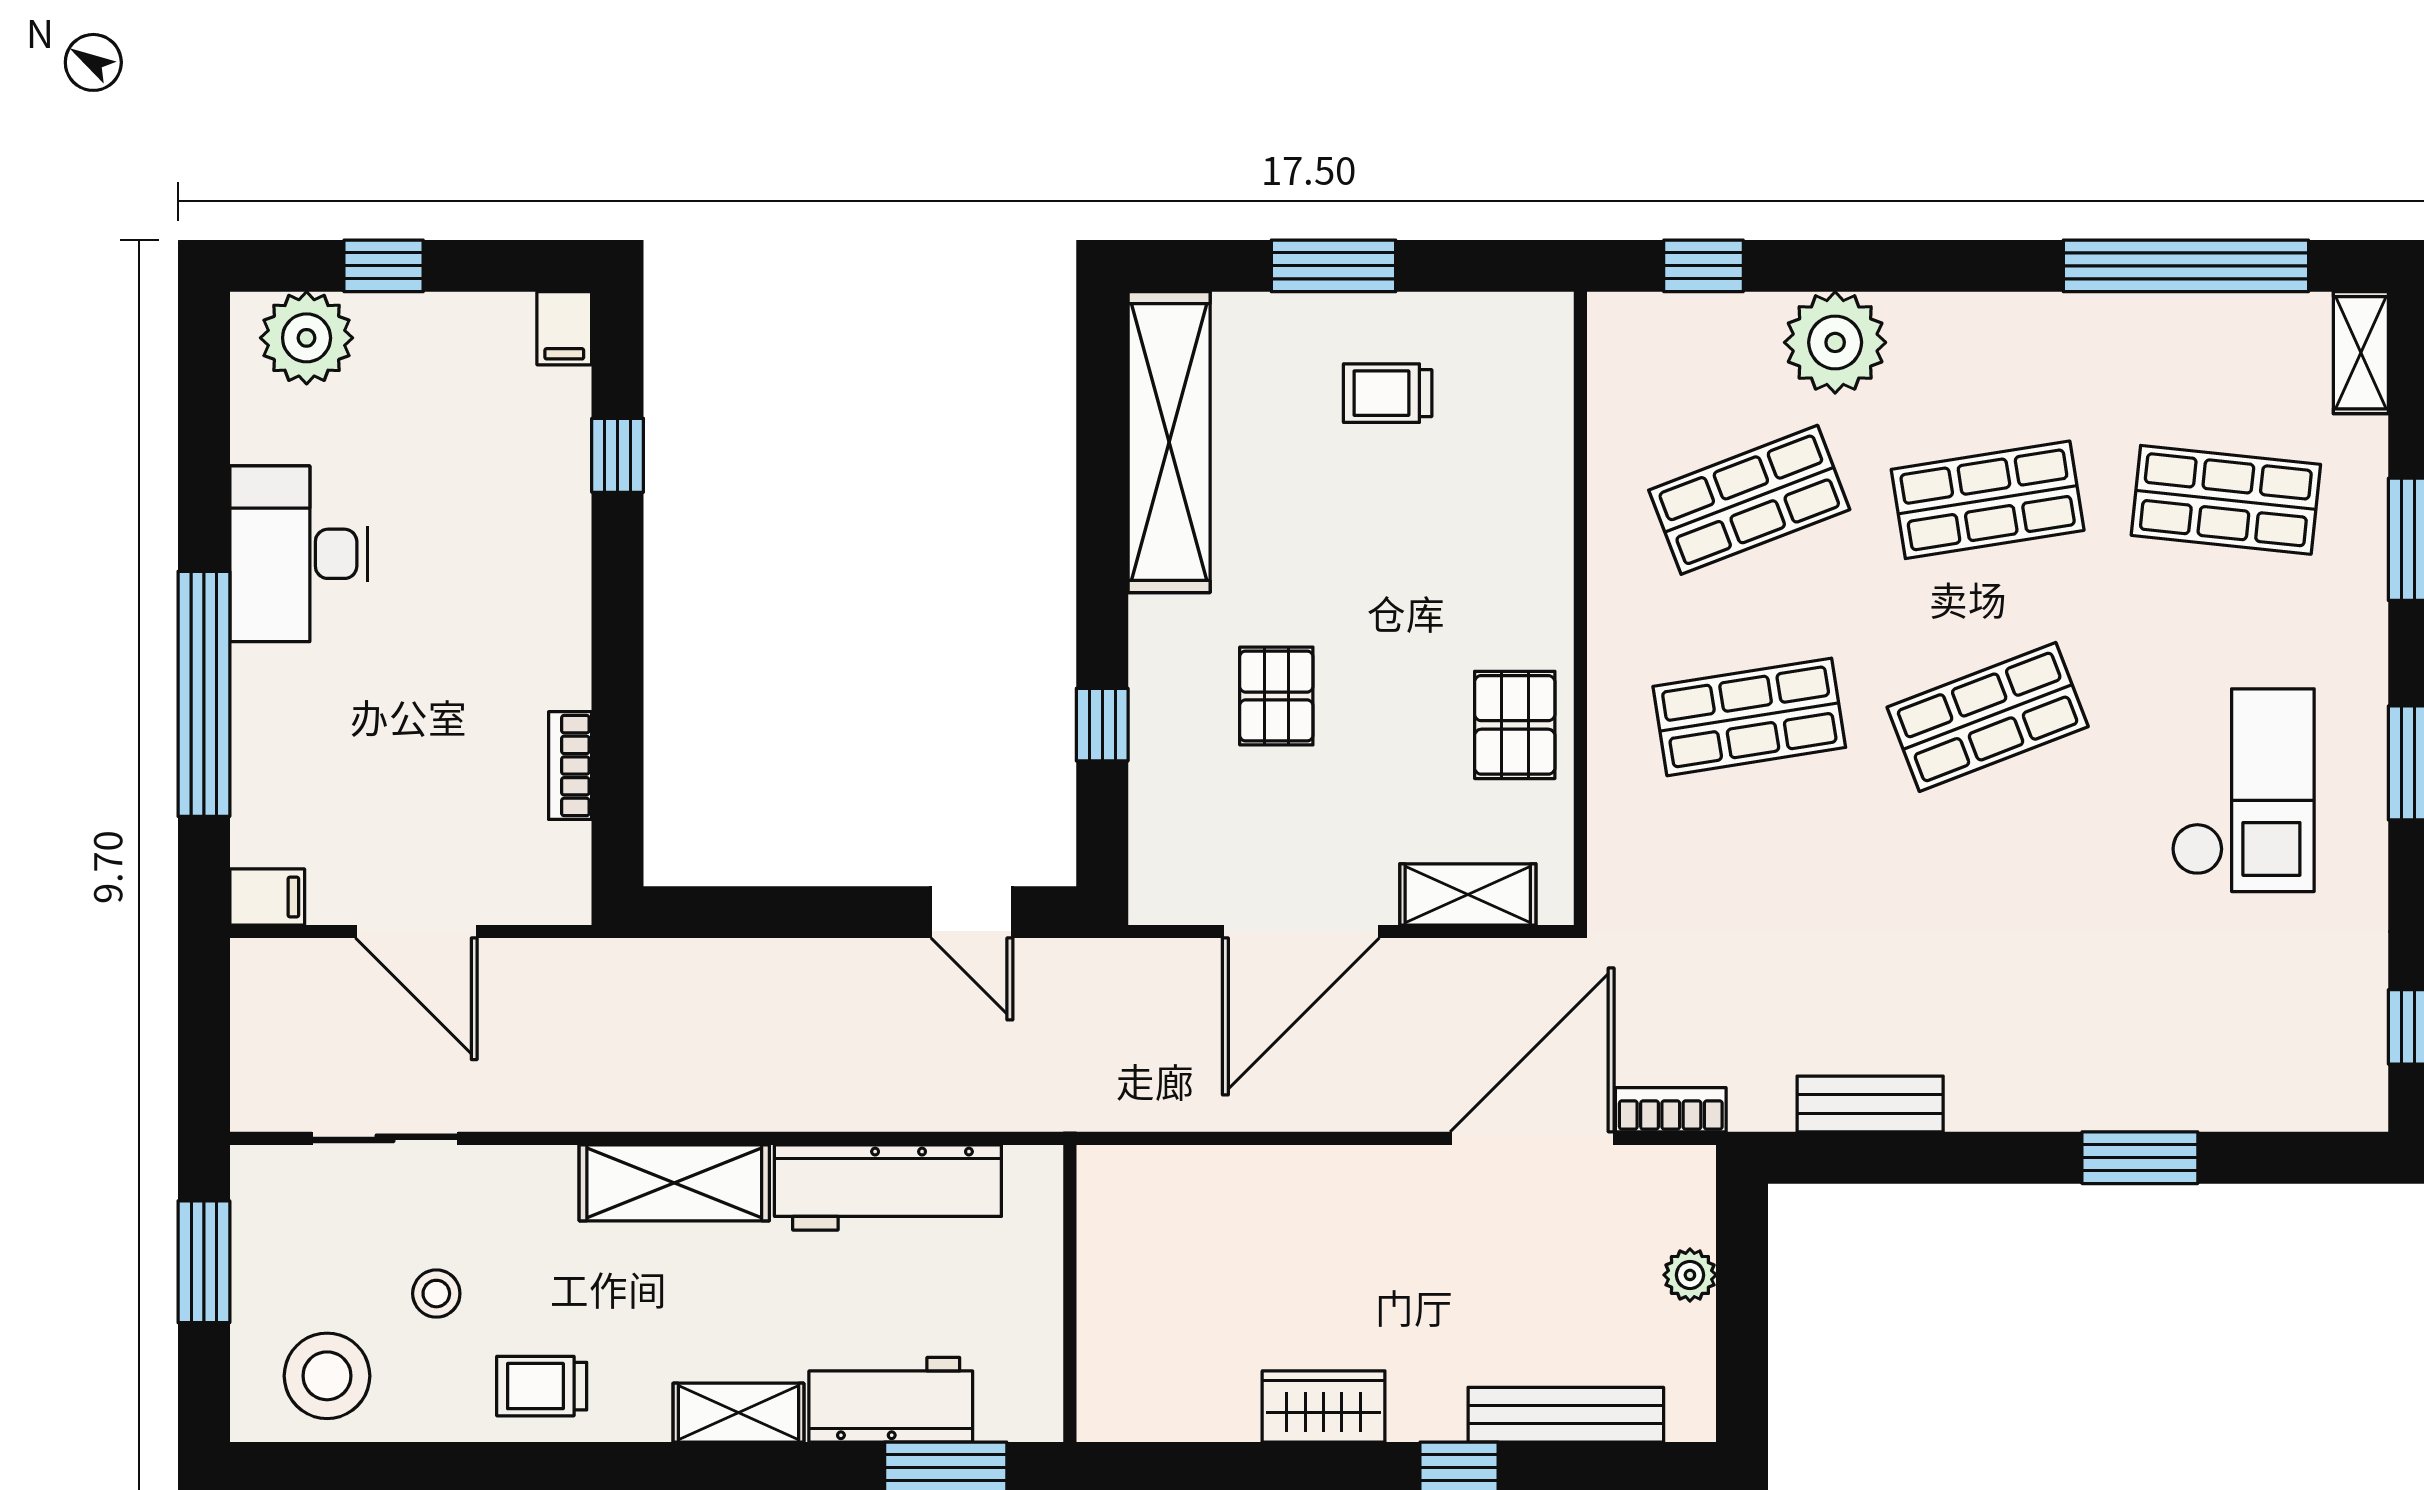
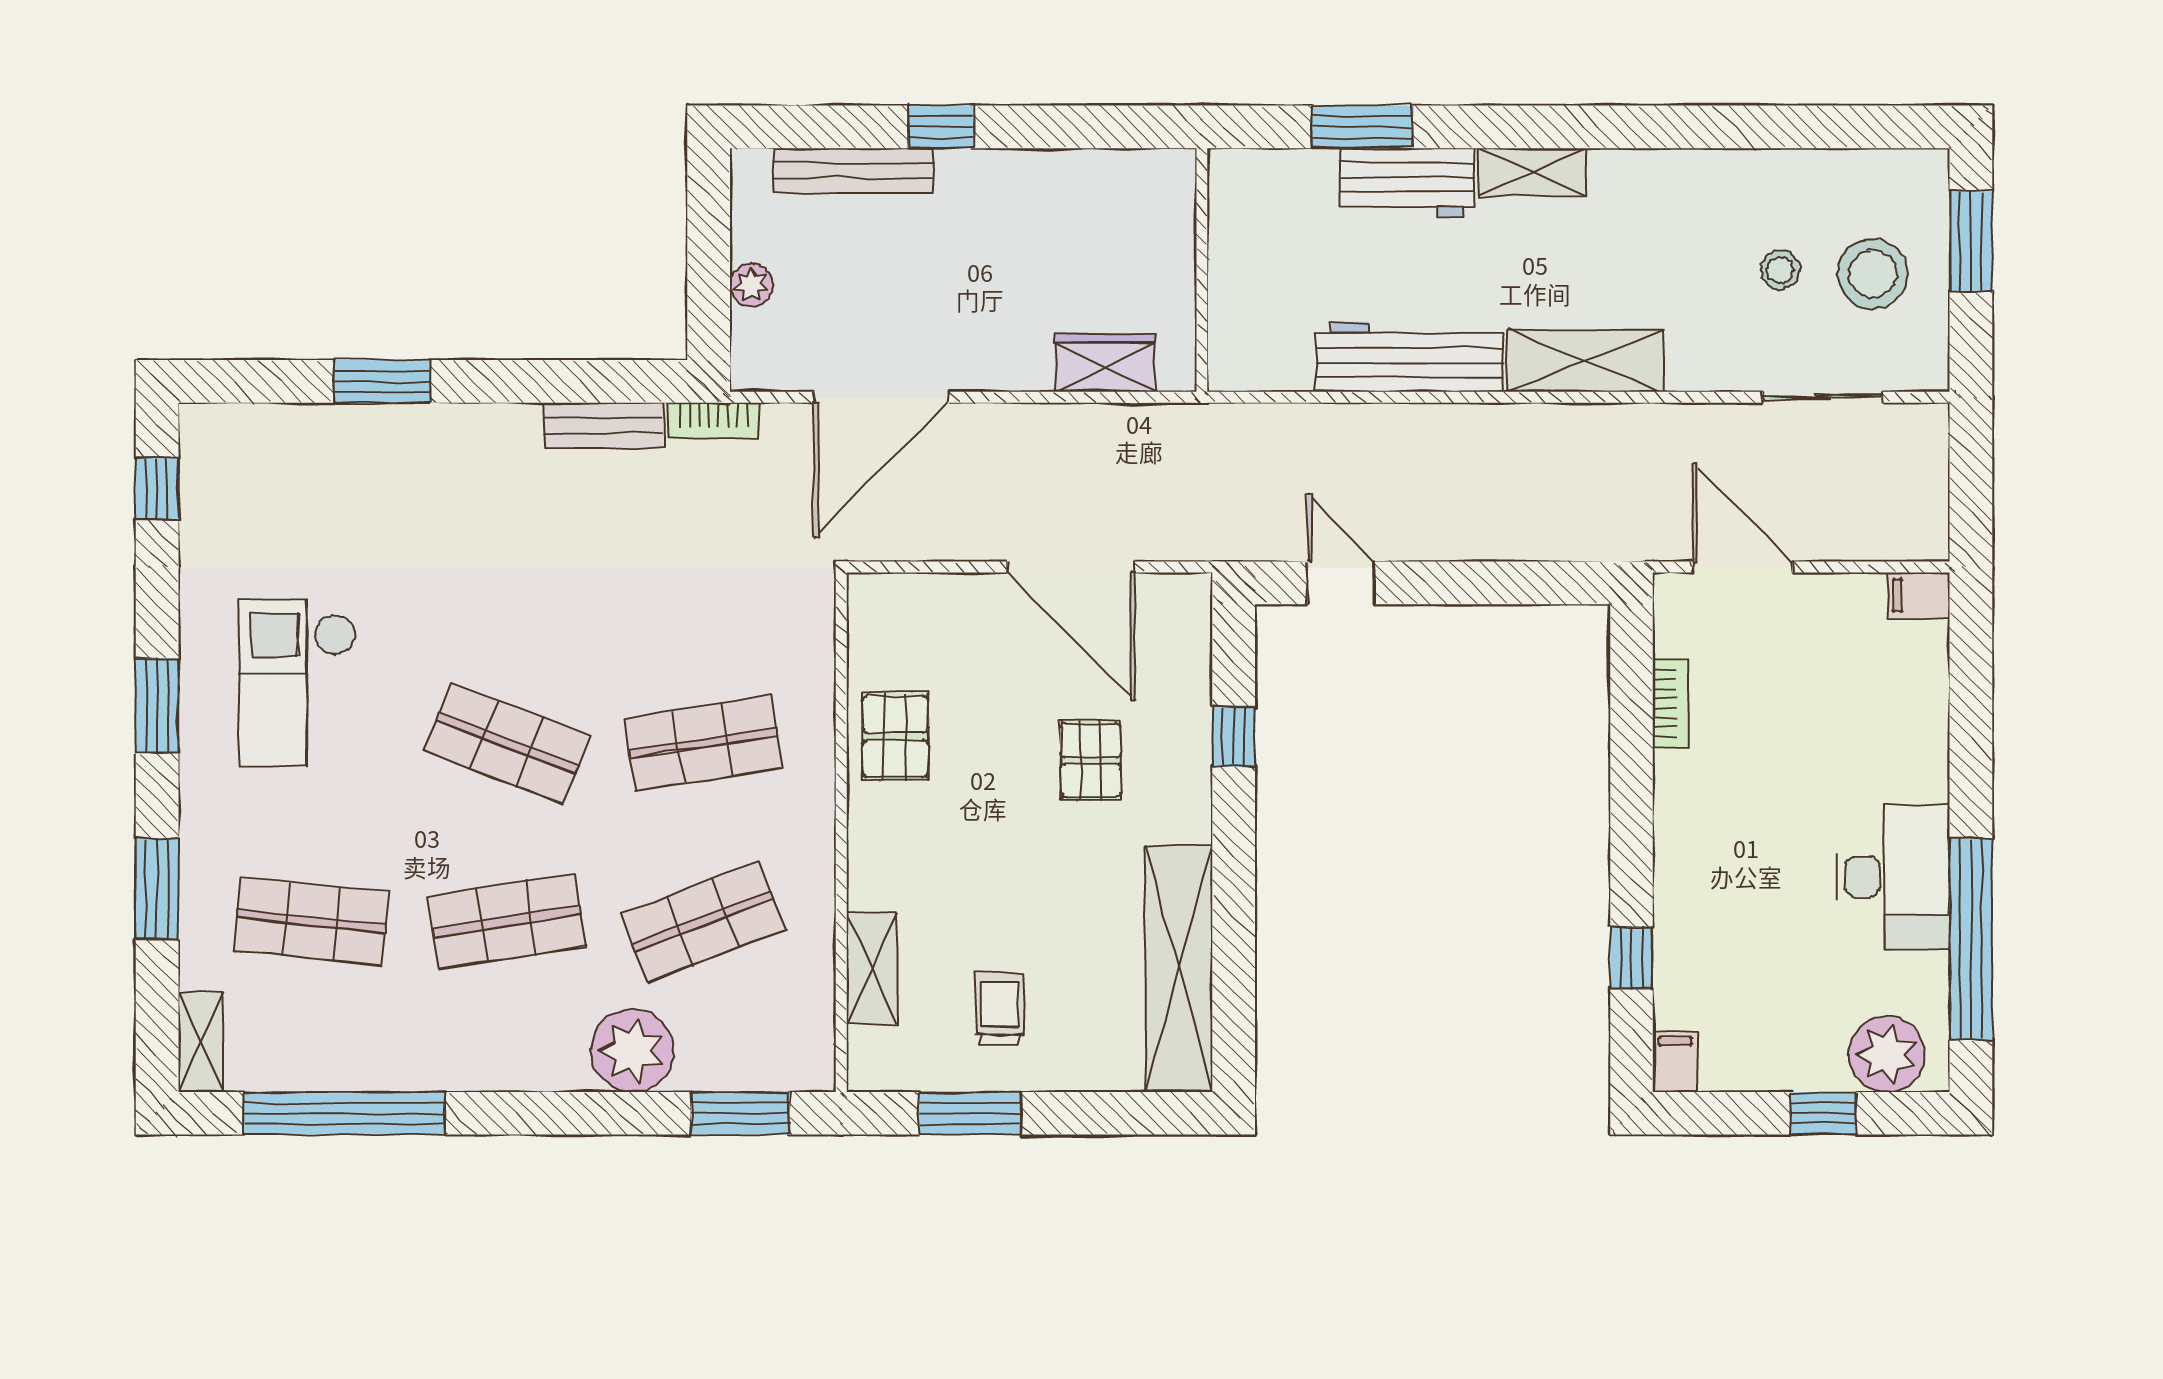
window: (1334, 266) -> (970, 1113), moved
window: (1704, 266) -> (740, 1113), width x1.50
trolley: (1388, 393) -> (999, 1009), turned -90
window: (204, 694) -> (1971, 939), moved
shop shelf: (1988, 717) -> (507, 743), turned 42
shelving: (1468, 894) -> (872, 968), moved, turned 90
door: (416, 931) -> (1743, 567), moved
door: (1301, 931) -> (1071, 567), swing flipped
bookcase: (1671, 1110) -> (713, 421), moved
window: (204, 1262) -> (1971, 241), moved
wall: (1070, 1293) -> (1202, 270), moved
stool: (327, 1376) -> (1873, 274), moved
trolley: (542, 1386) -> (1694, 194), removed
wardrobe: (1324, 1406) -> (1105, 363), moved, turned 180

